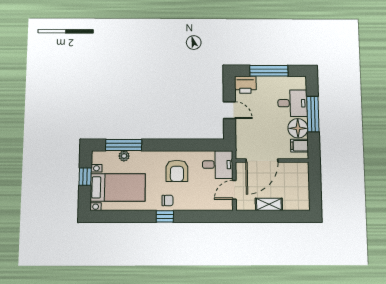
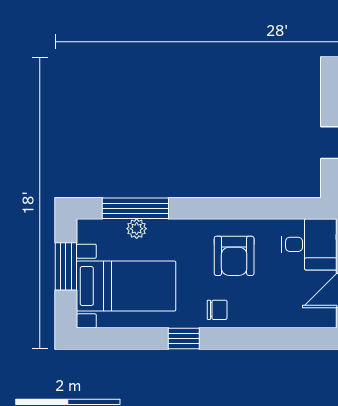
window: (85, 177) -> (66, 266), width x1.50
window: (165, 216) -> (184, 338), moved

